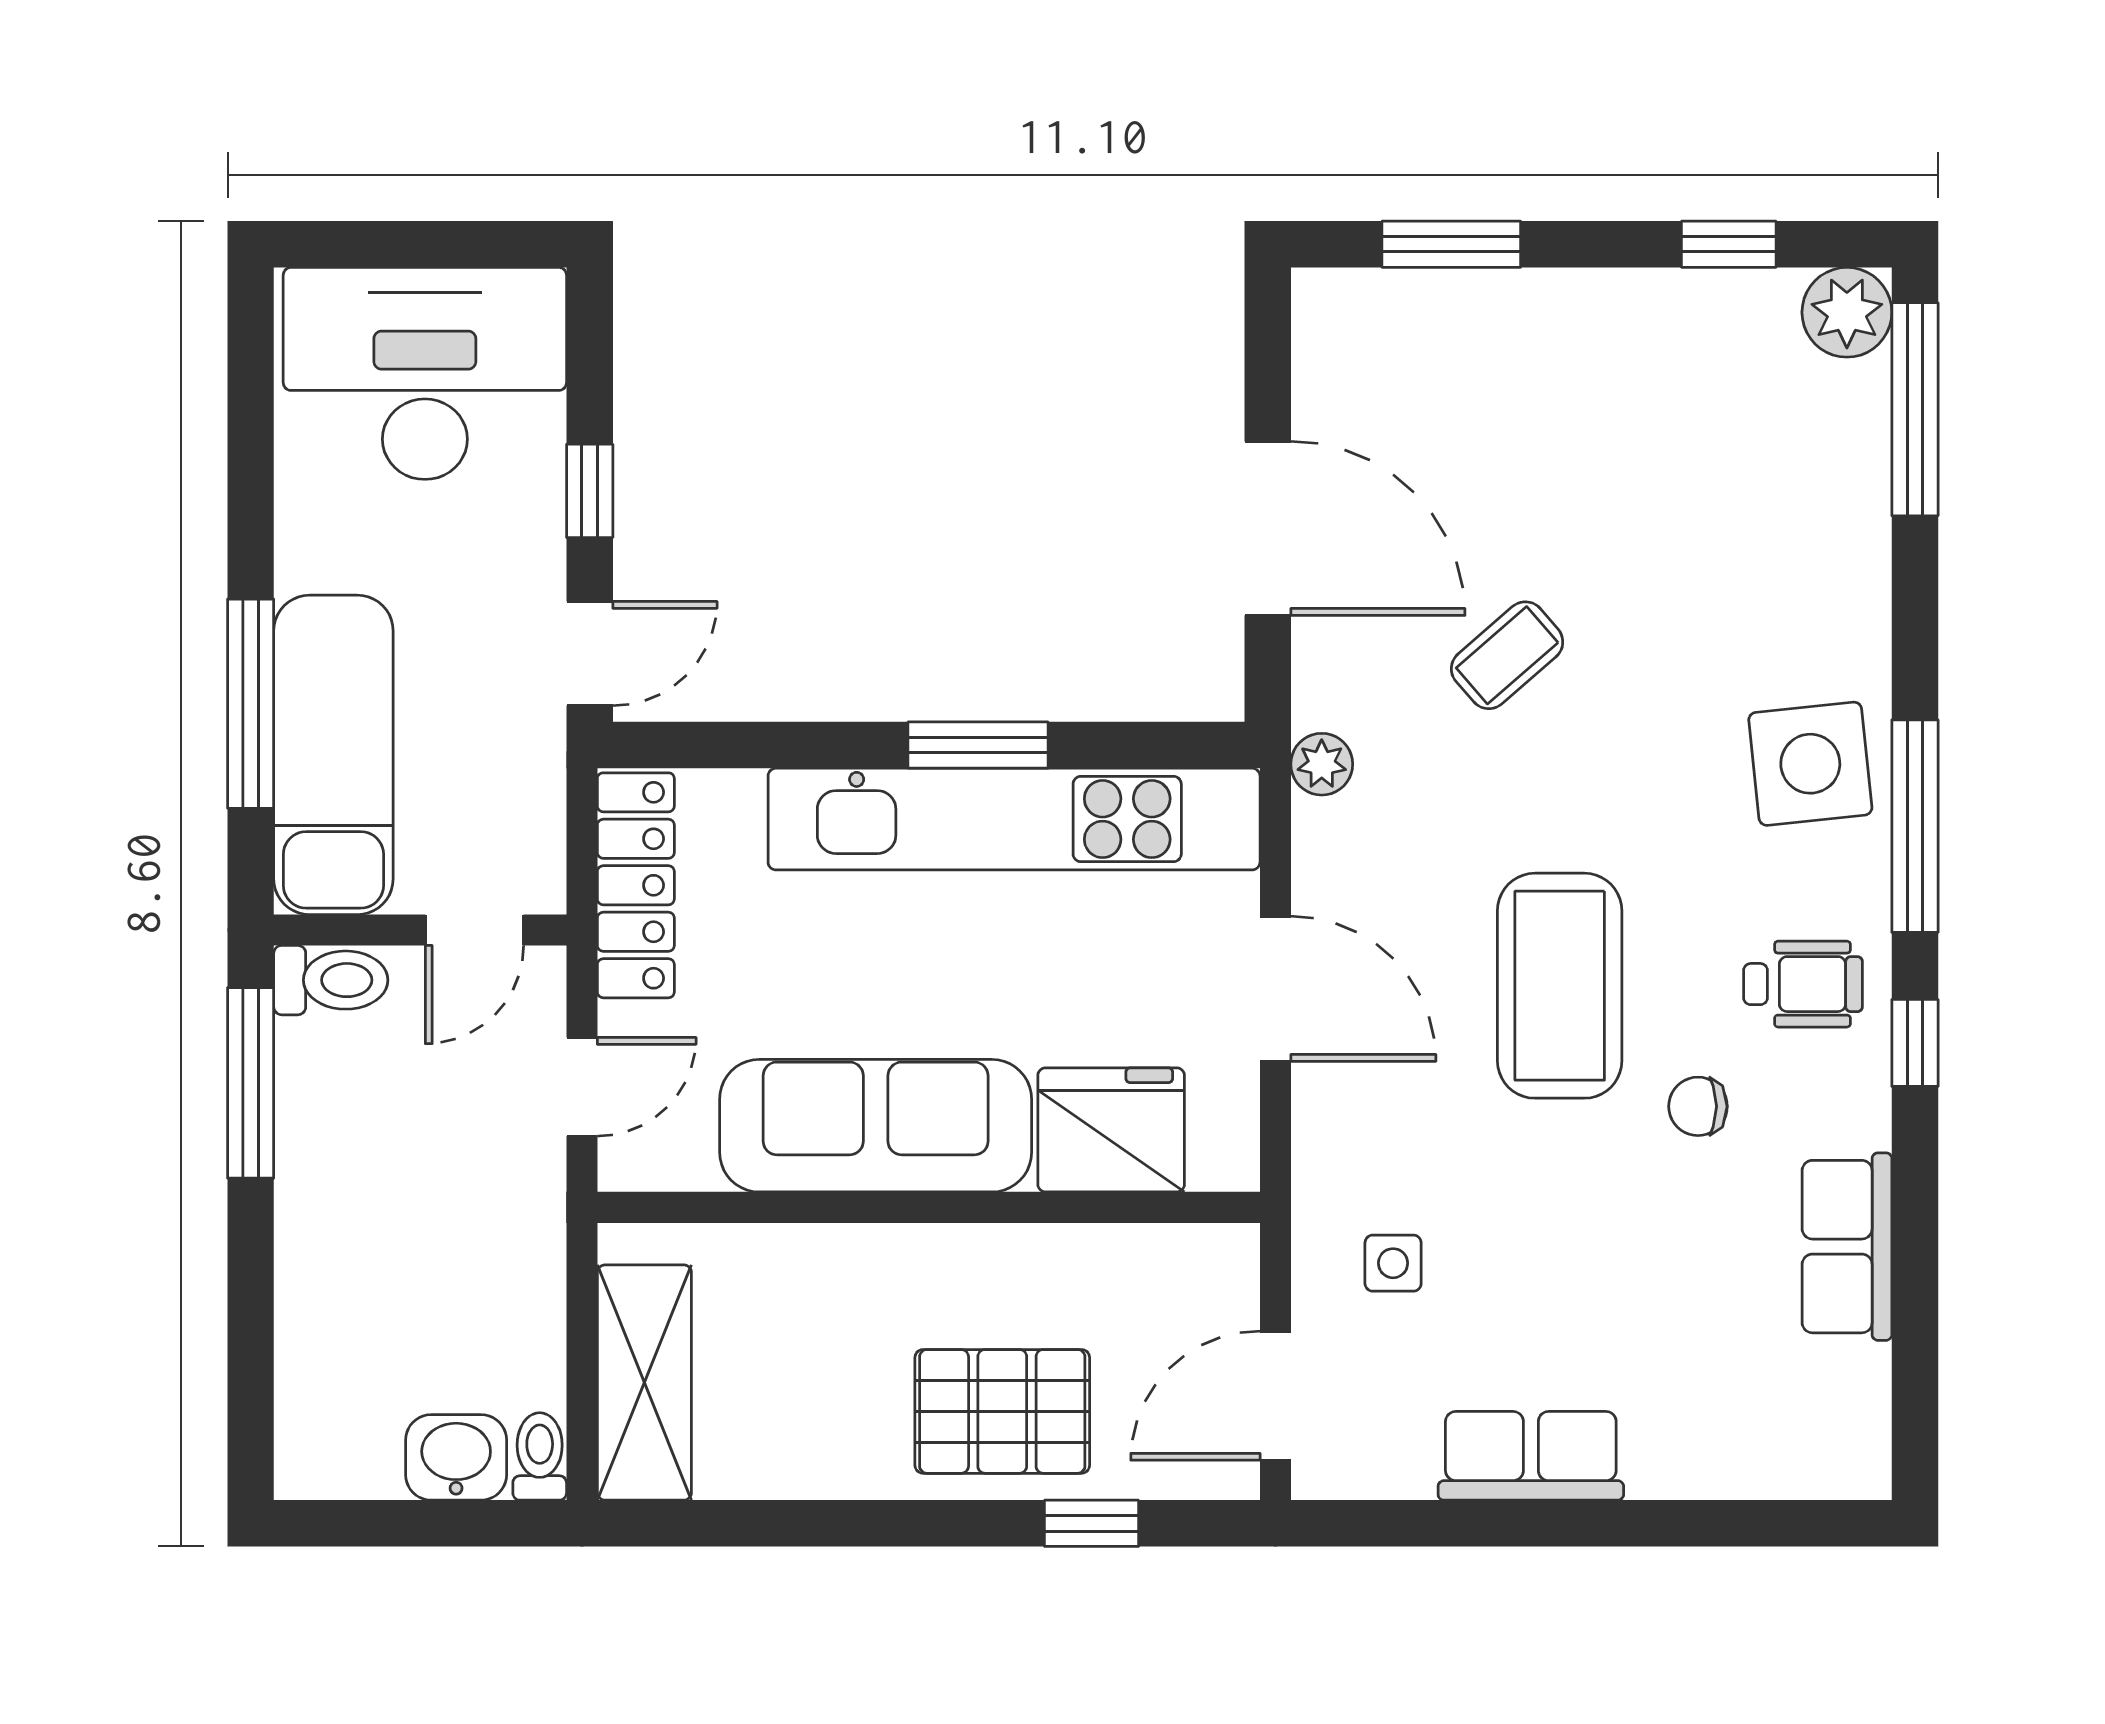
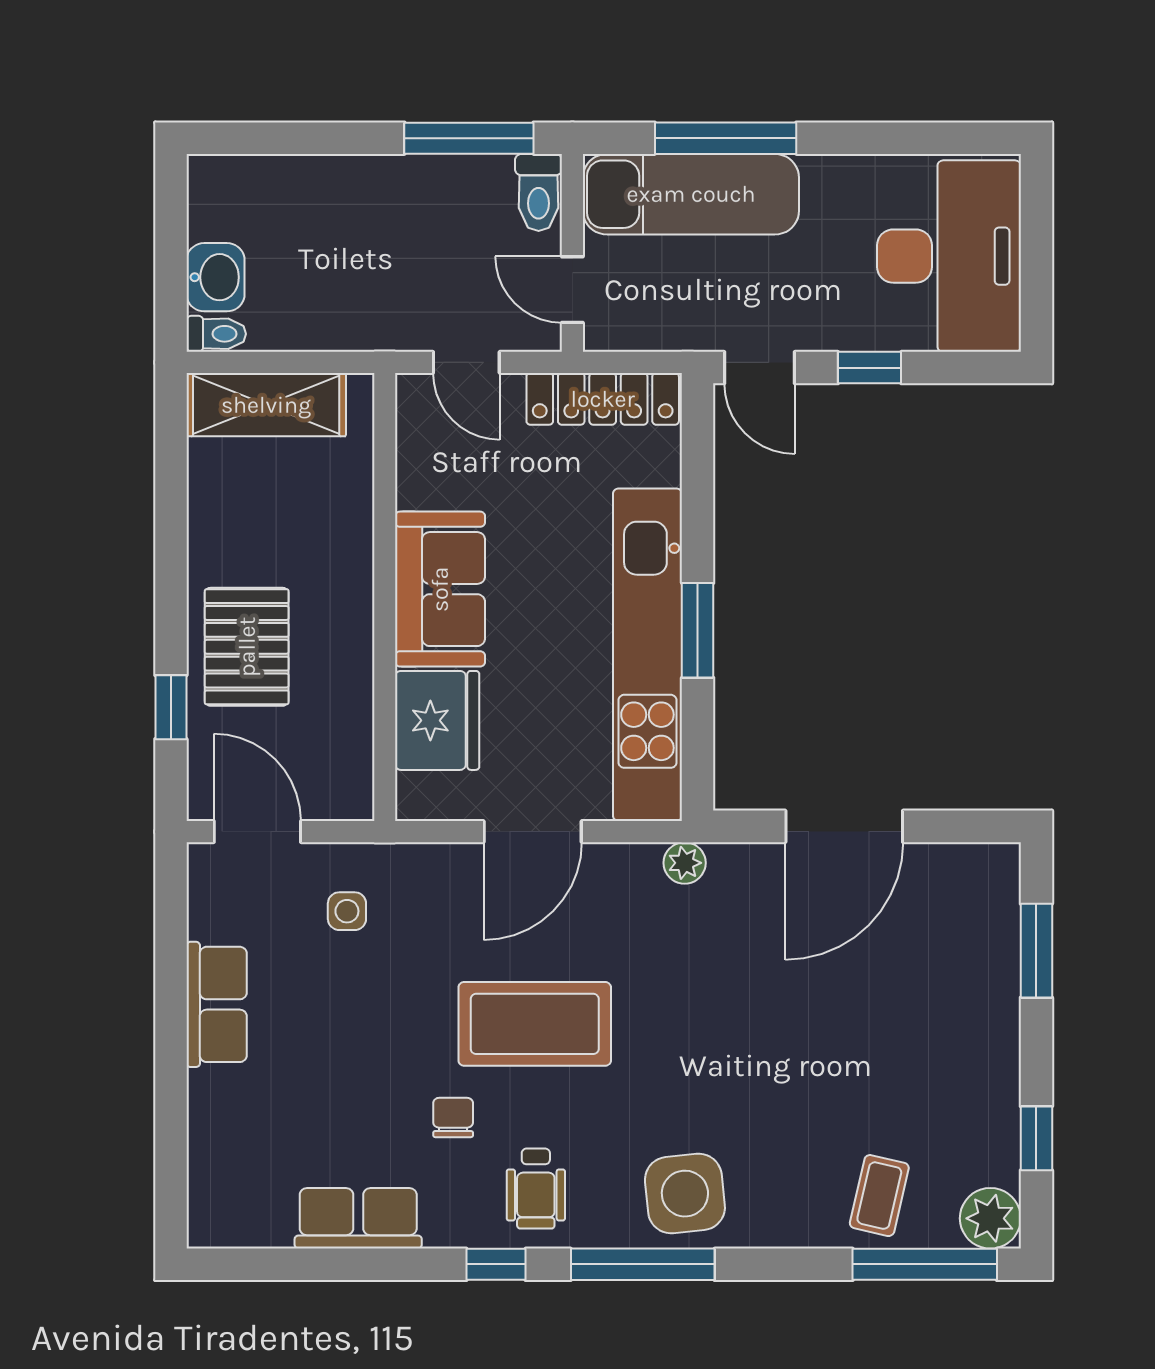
coffee table: (1507, 655) -> (879, 1196), moved, turned 54
sofa: (876, 1126) -> (440, 589), width x0.73

